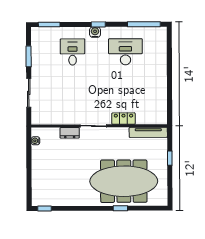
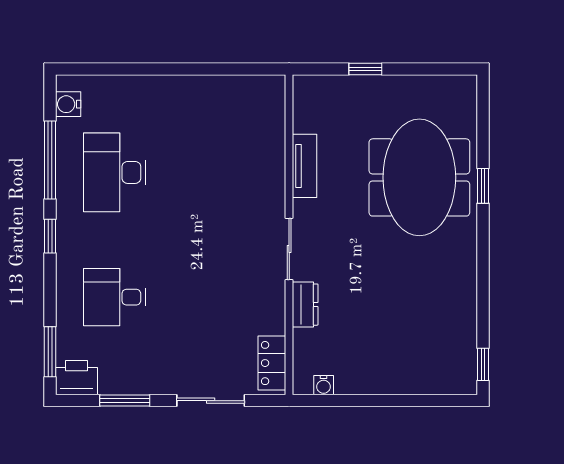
window: (144, 24) -> (50, 160), moved
water cooler: (95, 32) -> (68, 104), moved
printer: (38, 36) -> (76, 378), added
locker: (123, 119) -> (272, 363), moved
tv unit: (148, 132) -> (305, 166), moved, width x0.71
meeting table: (124, 181) -> (419, 177), width x0.73

